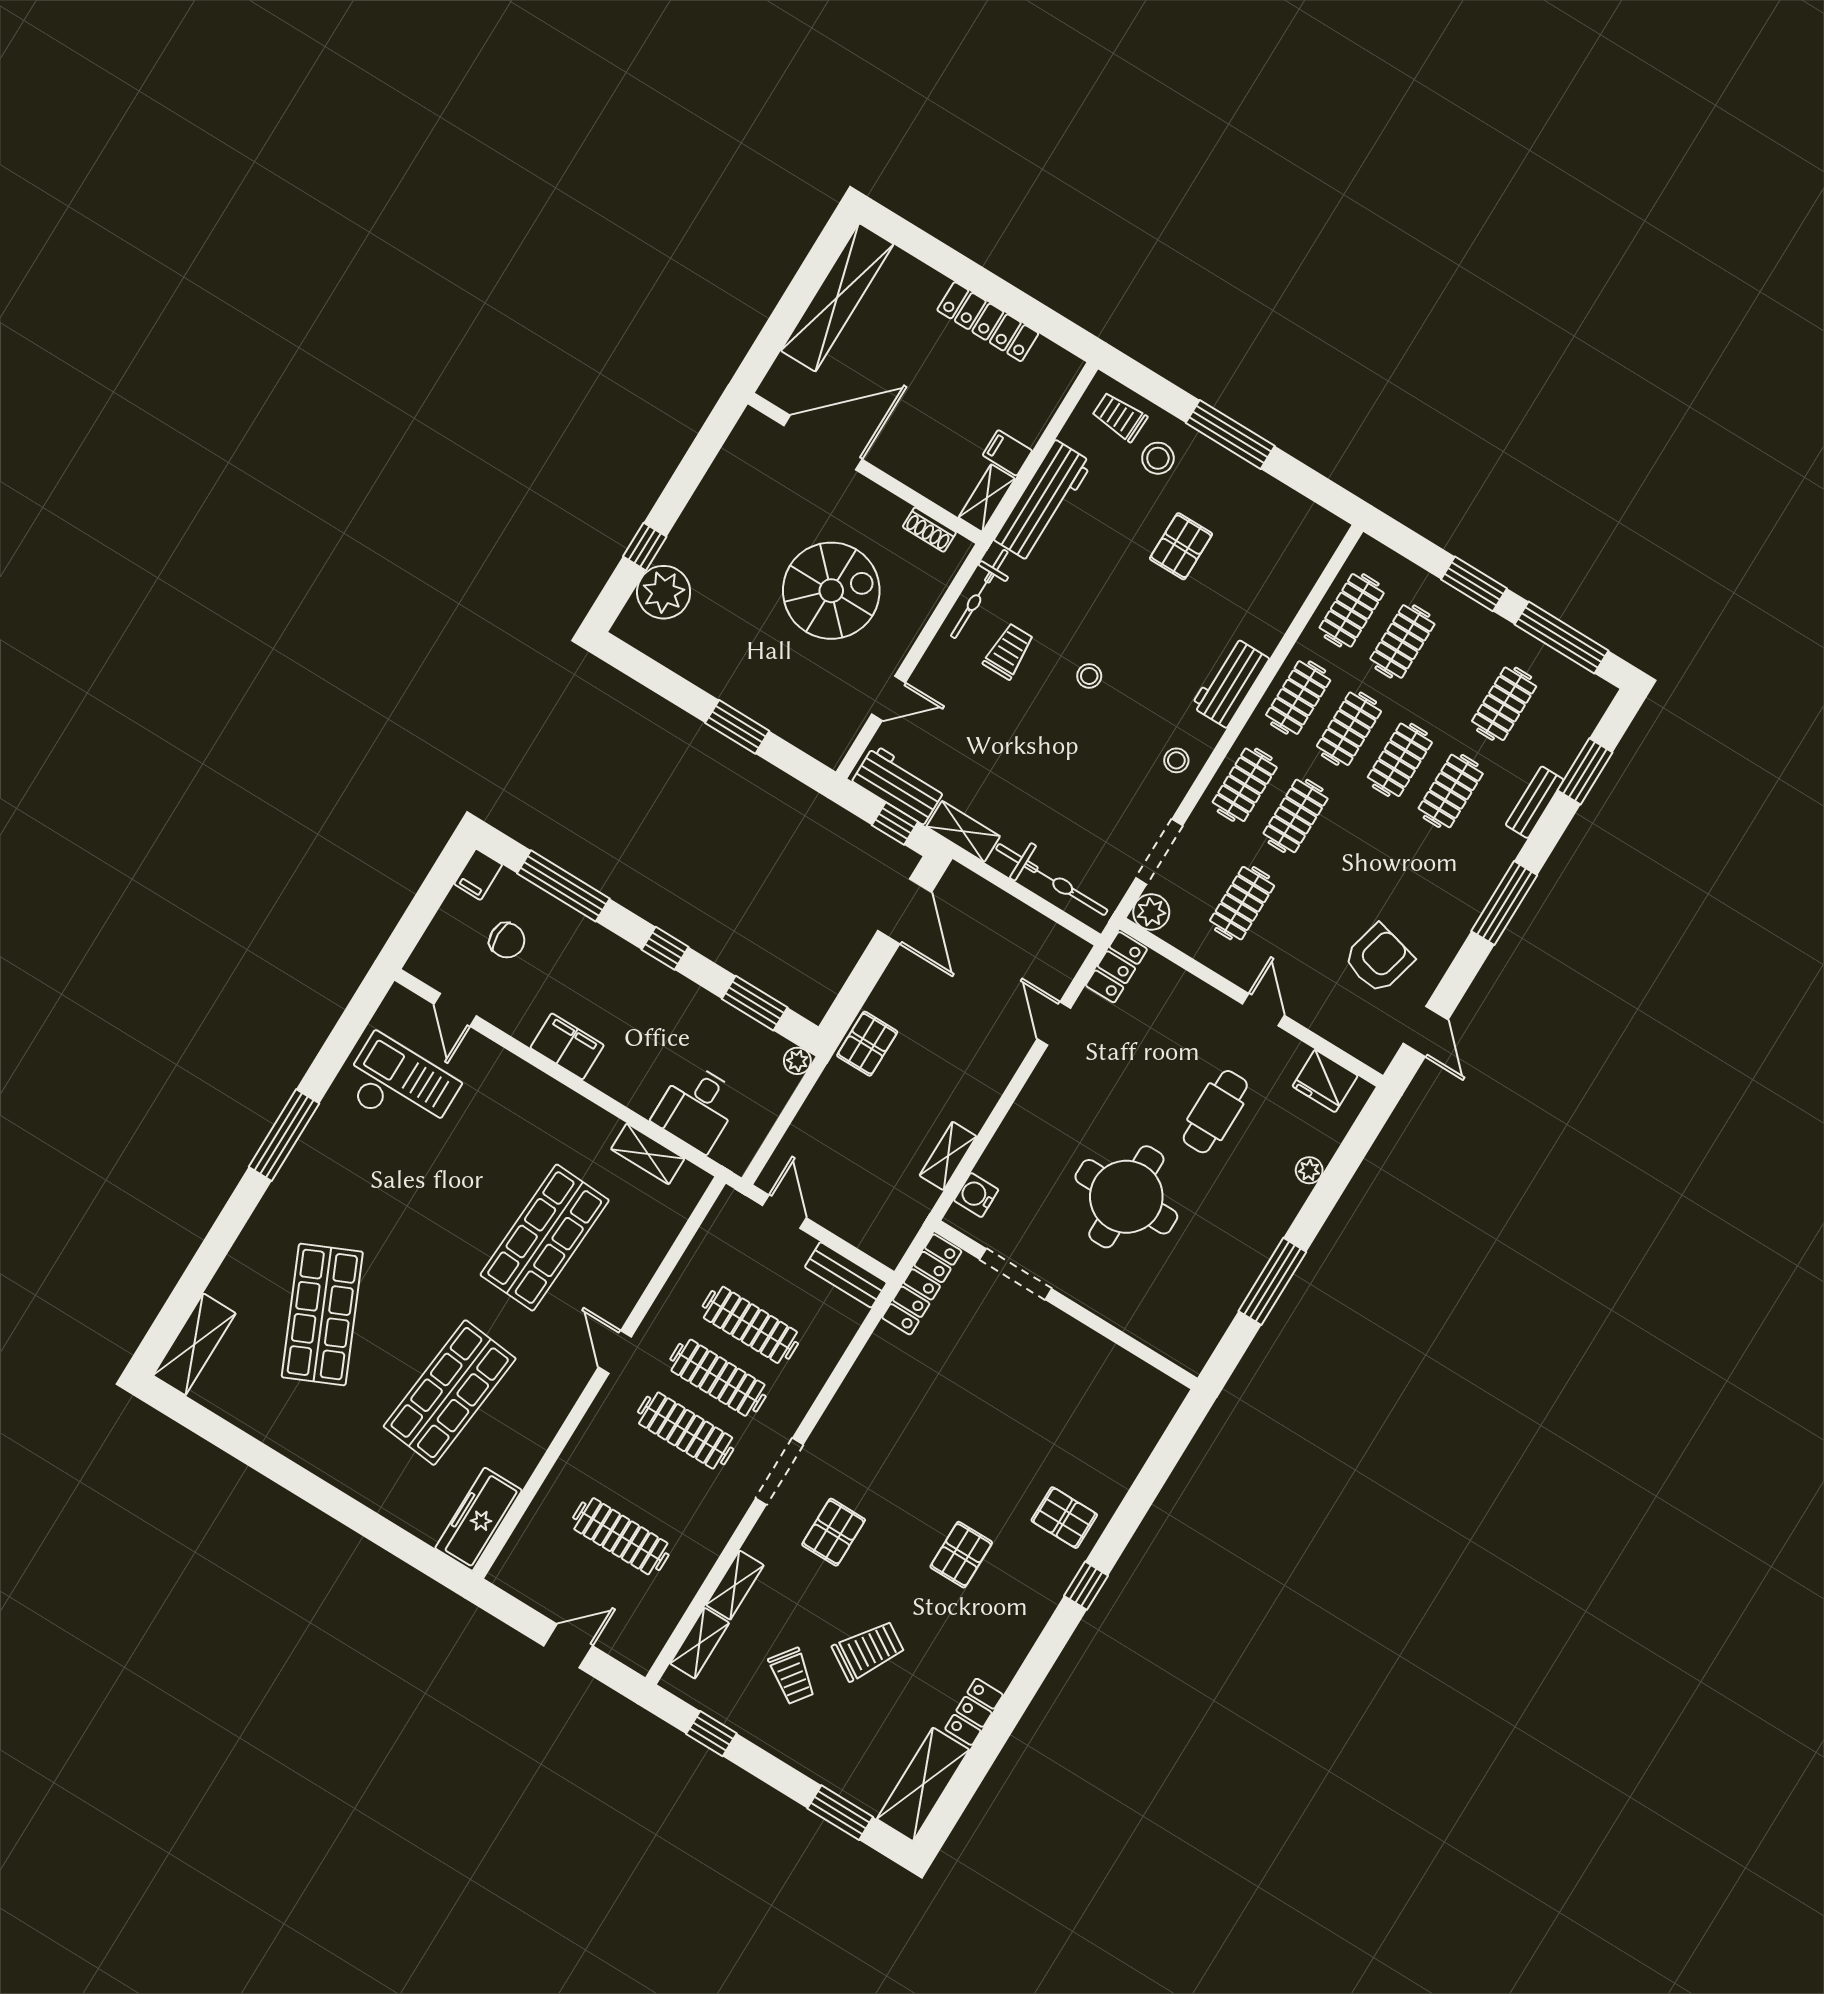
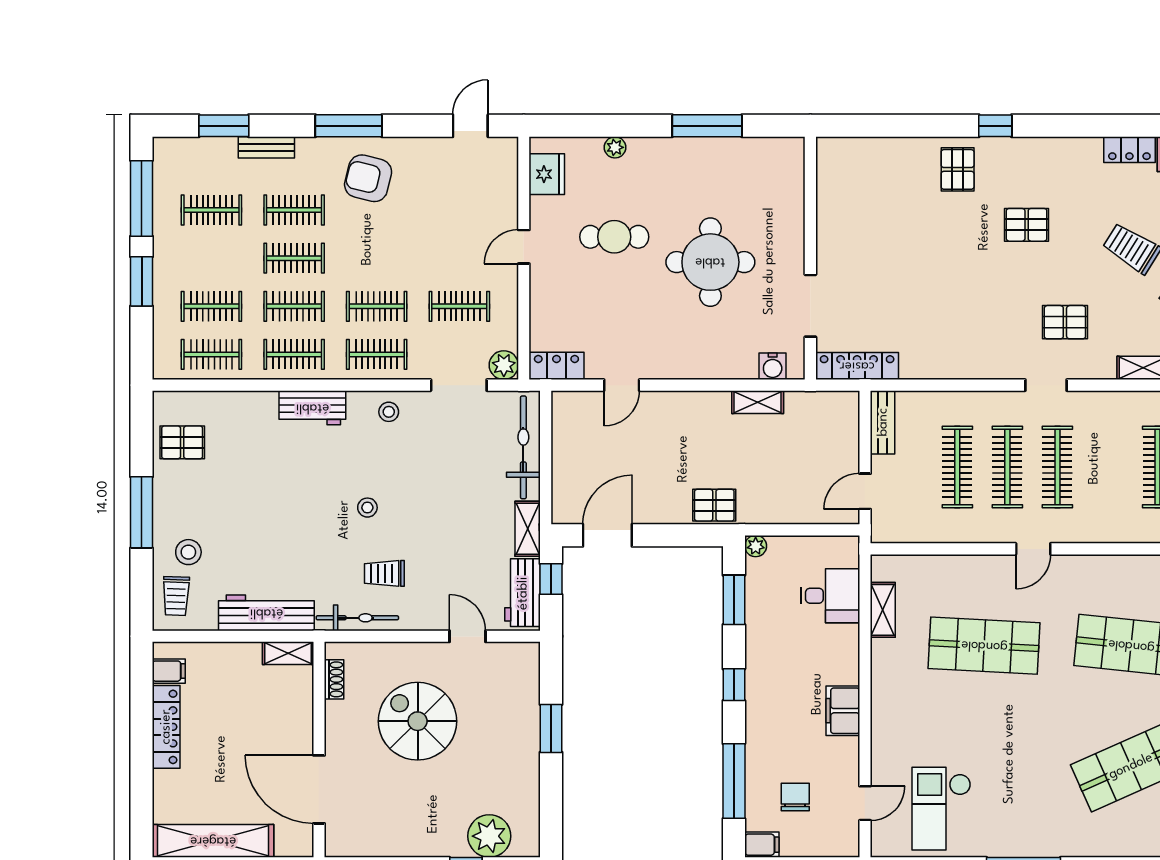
filing cabinet: (1007, 453) -> (169, 671), moved, turned -90
pallet: (1181, 546) -> (182, 442), moved
armchair: (1379, 959) -> (368, 178), moved
doorway: (779, 1471) -> (1046, 385), width x0.73

